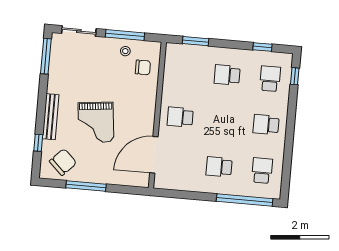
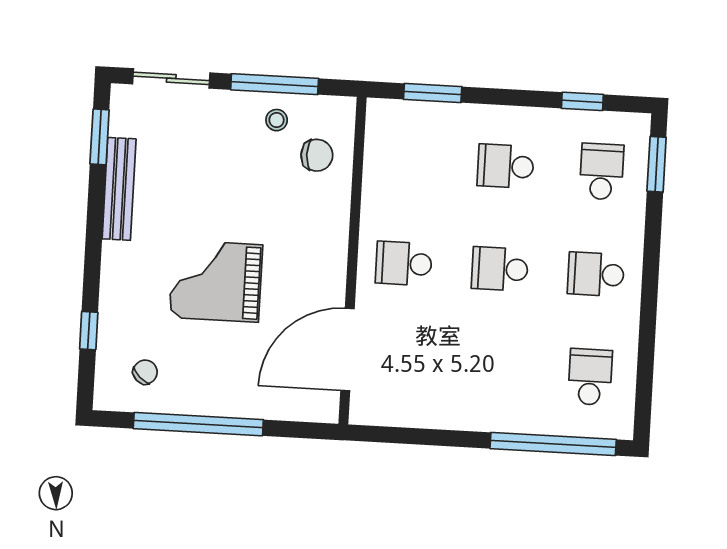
window: (46, 56) -> (100, 137), width x0.69
window: (295, 76) -> (657, 164), width x1.50
bench: (51, 117) -> (119, 189), moved
grand piano: (96, 122) -> (216, 281), turned 96
chair: (63, 162) -> (145, 372), width x0.54, depth x0.54
school desk: (219, 167) -> (500, 269), moved
window: (86, 186) -> (198, 424), width x1.46

